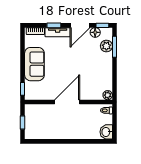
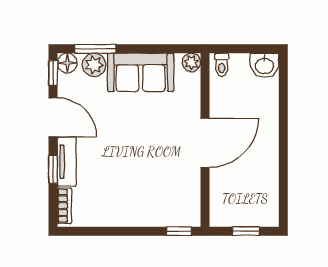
floor lamp: (95, 32) -> (67, 63), moved
sofa: (34, 64) -> (141, 72), moved, turned 180
door: (67, 102) -> (205, 143), swing flipped

